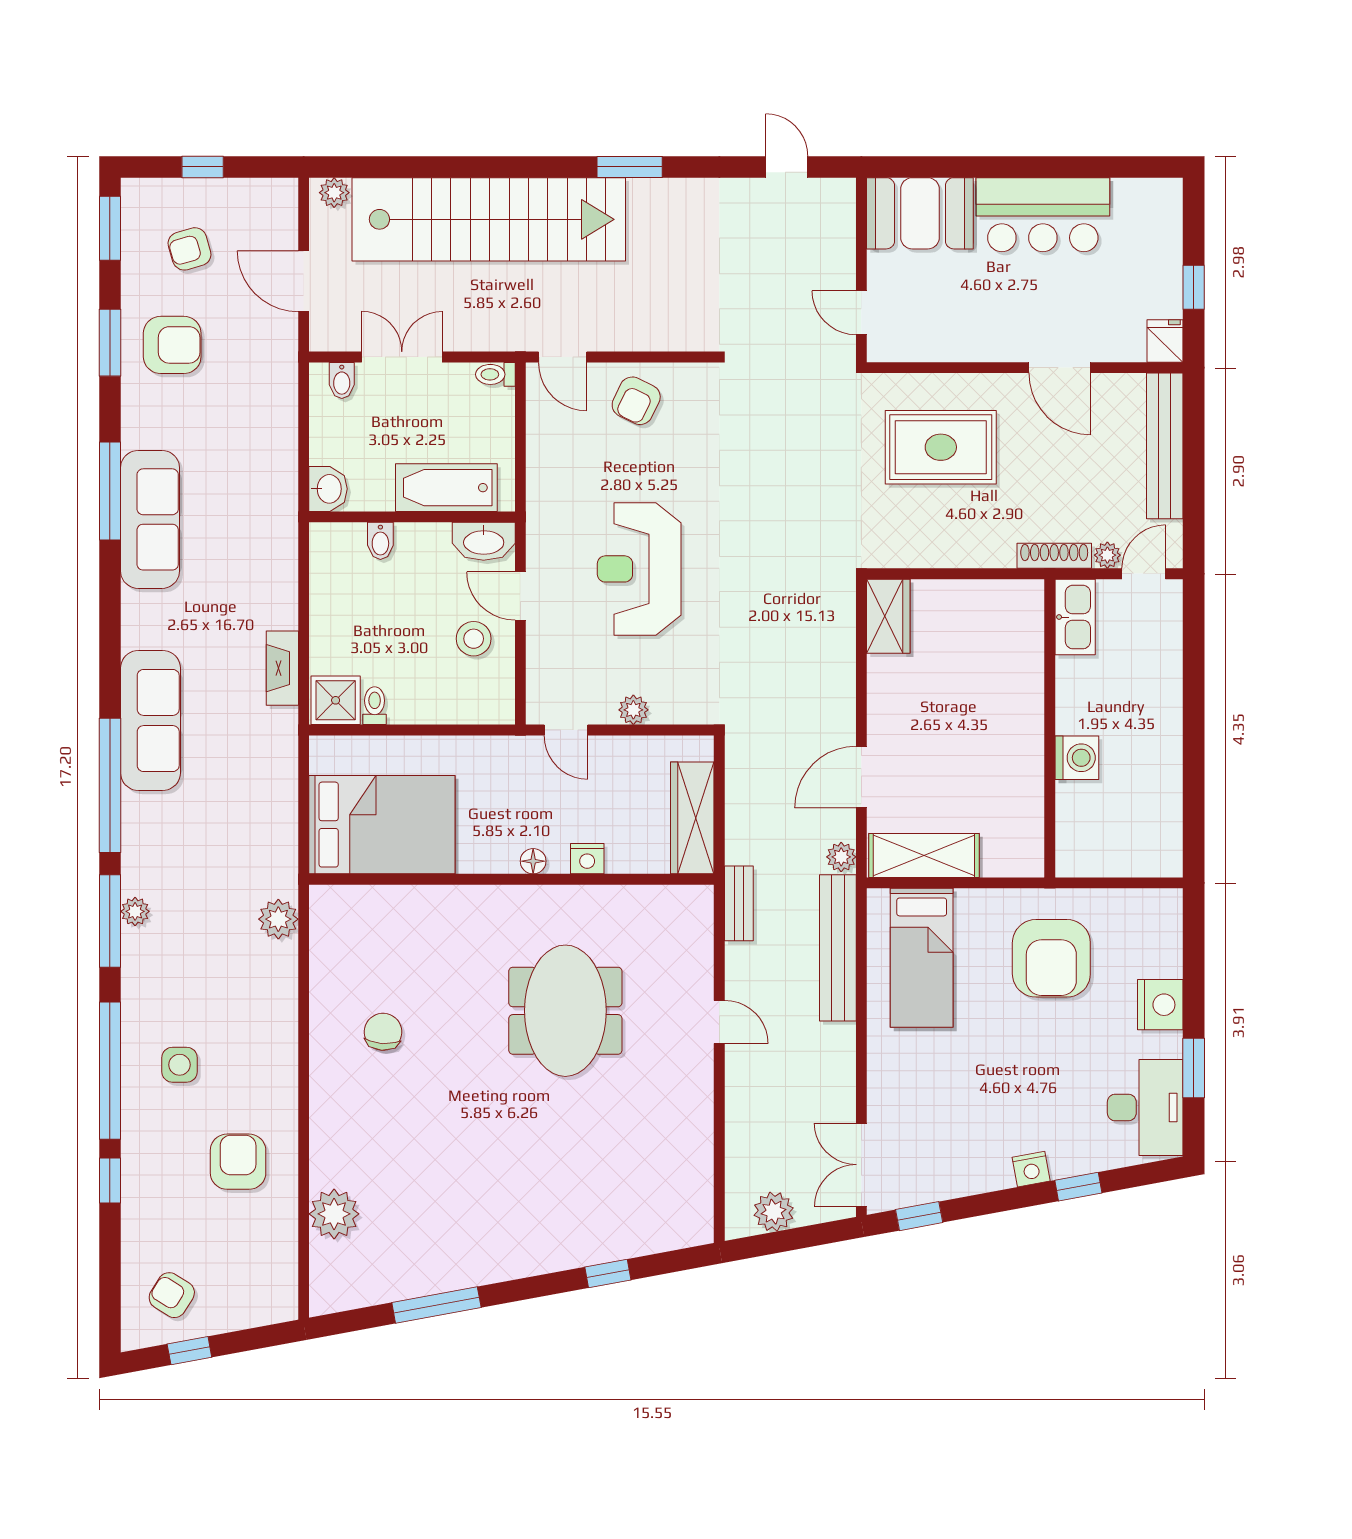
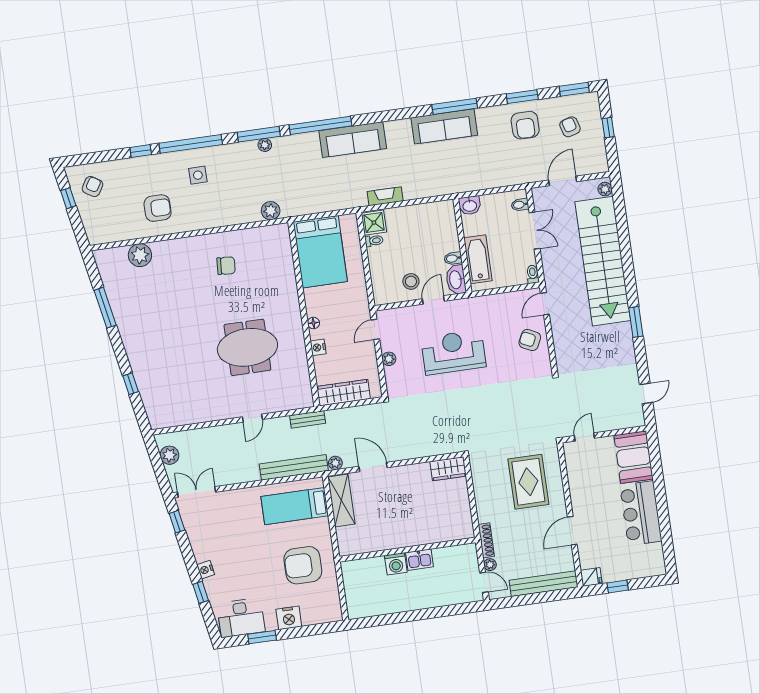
bidet: (380, 541) -> (453, 258), moved
kitchen sink: (1075, 617) -> (419, 560), moved, width x0.73

